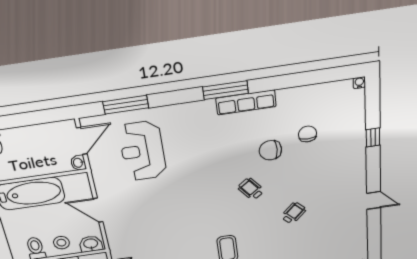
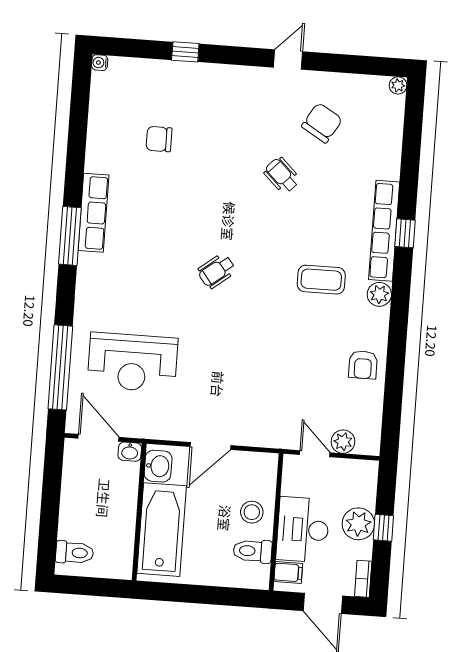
window: (126, 105) -> (60, 367), width x1.46
chair: (270, 150) -> (322, 123), moved, turned -149
wheelchair: (251, 189) -> (217, 271), moved
washbasin: (91, 244) -> (158, 466), moved, turned 180

